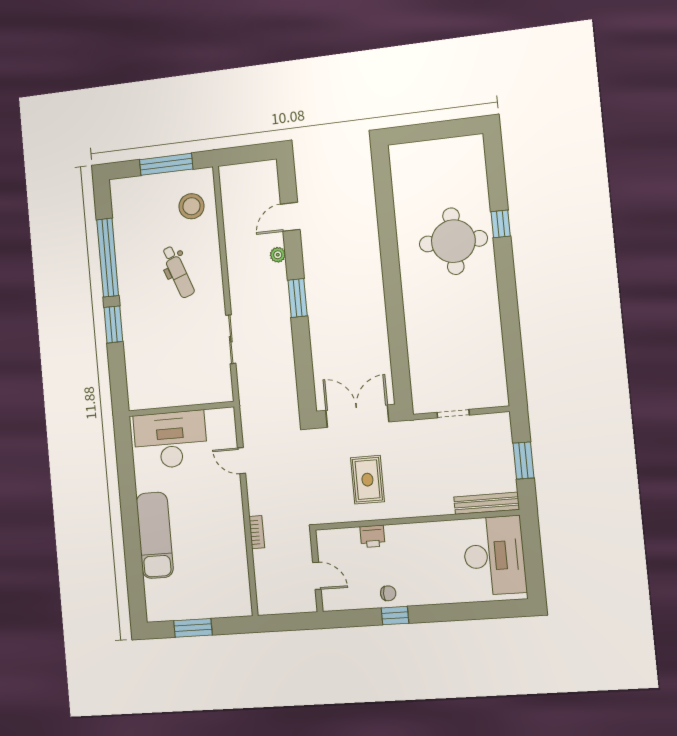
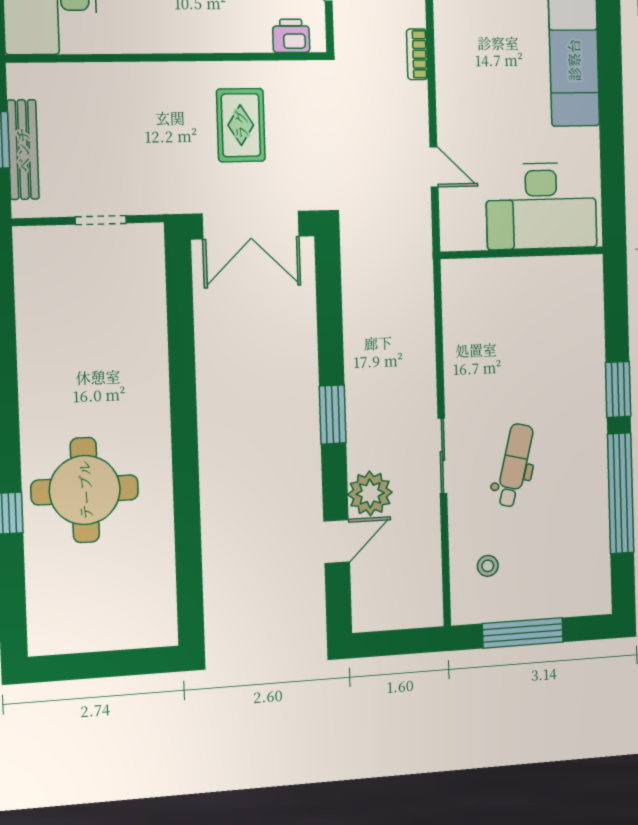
stool: (191, 206) -> (488, 566), width x0.53, depth x0.53
plant: (278, 255) -> (370, 493), width x1.88, depth x1.88
dental chair: (178, 272) -> (515, 465), turned 34
sliding door: (231, 339) -> (442, 456), moved
bench: (487, 503) -> (23, 150), moved, turned 90
printer: (372, 536) -> (291, 36), moved

